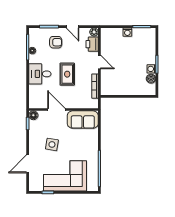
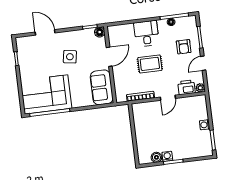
corner sofa: (65, 176) -> (46, 94), moved, turned -90

